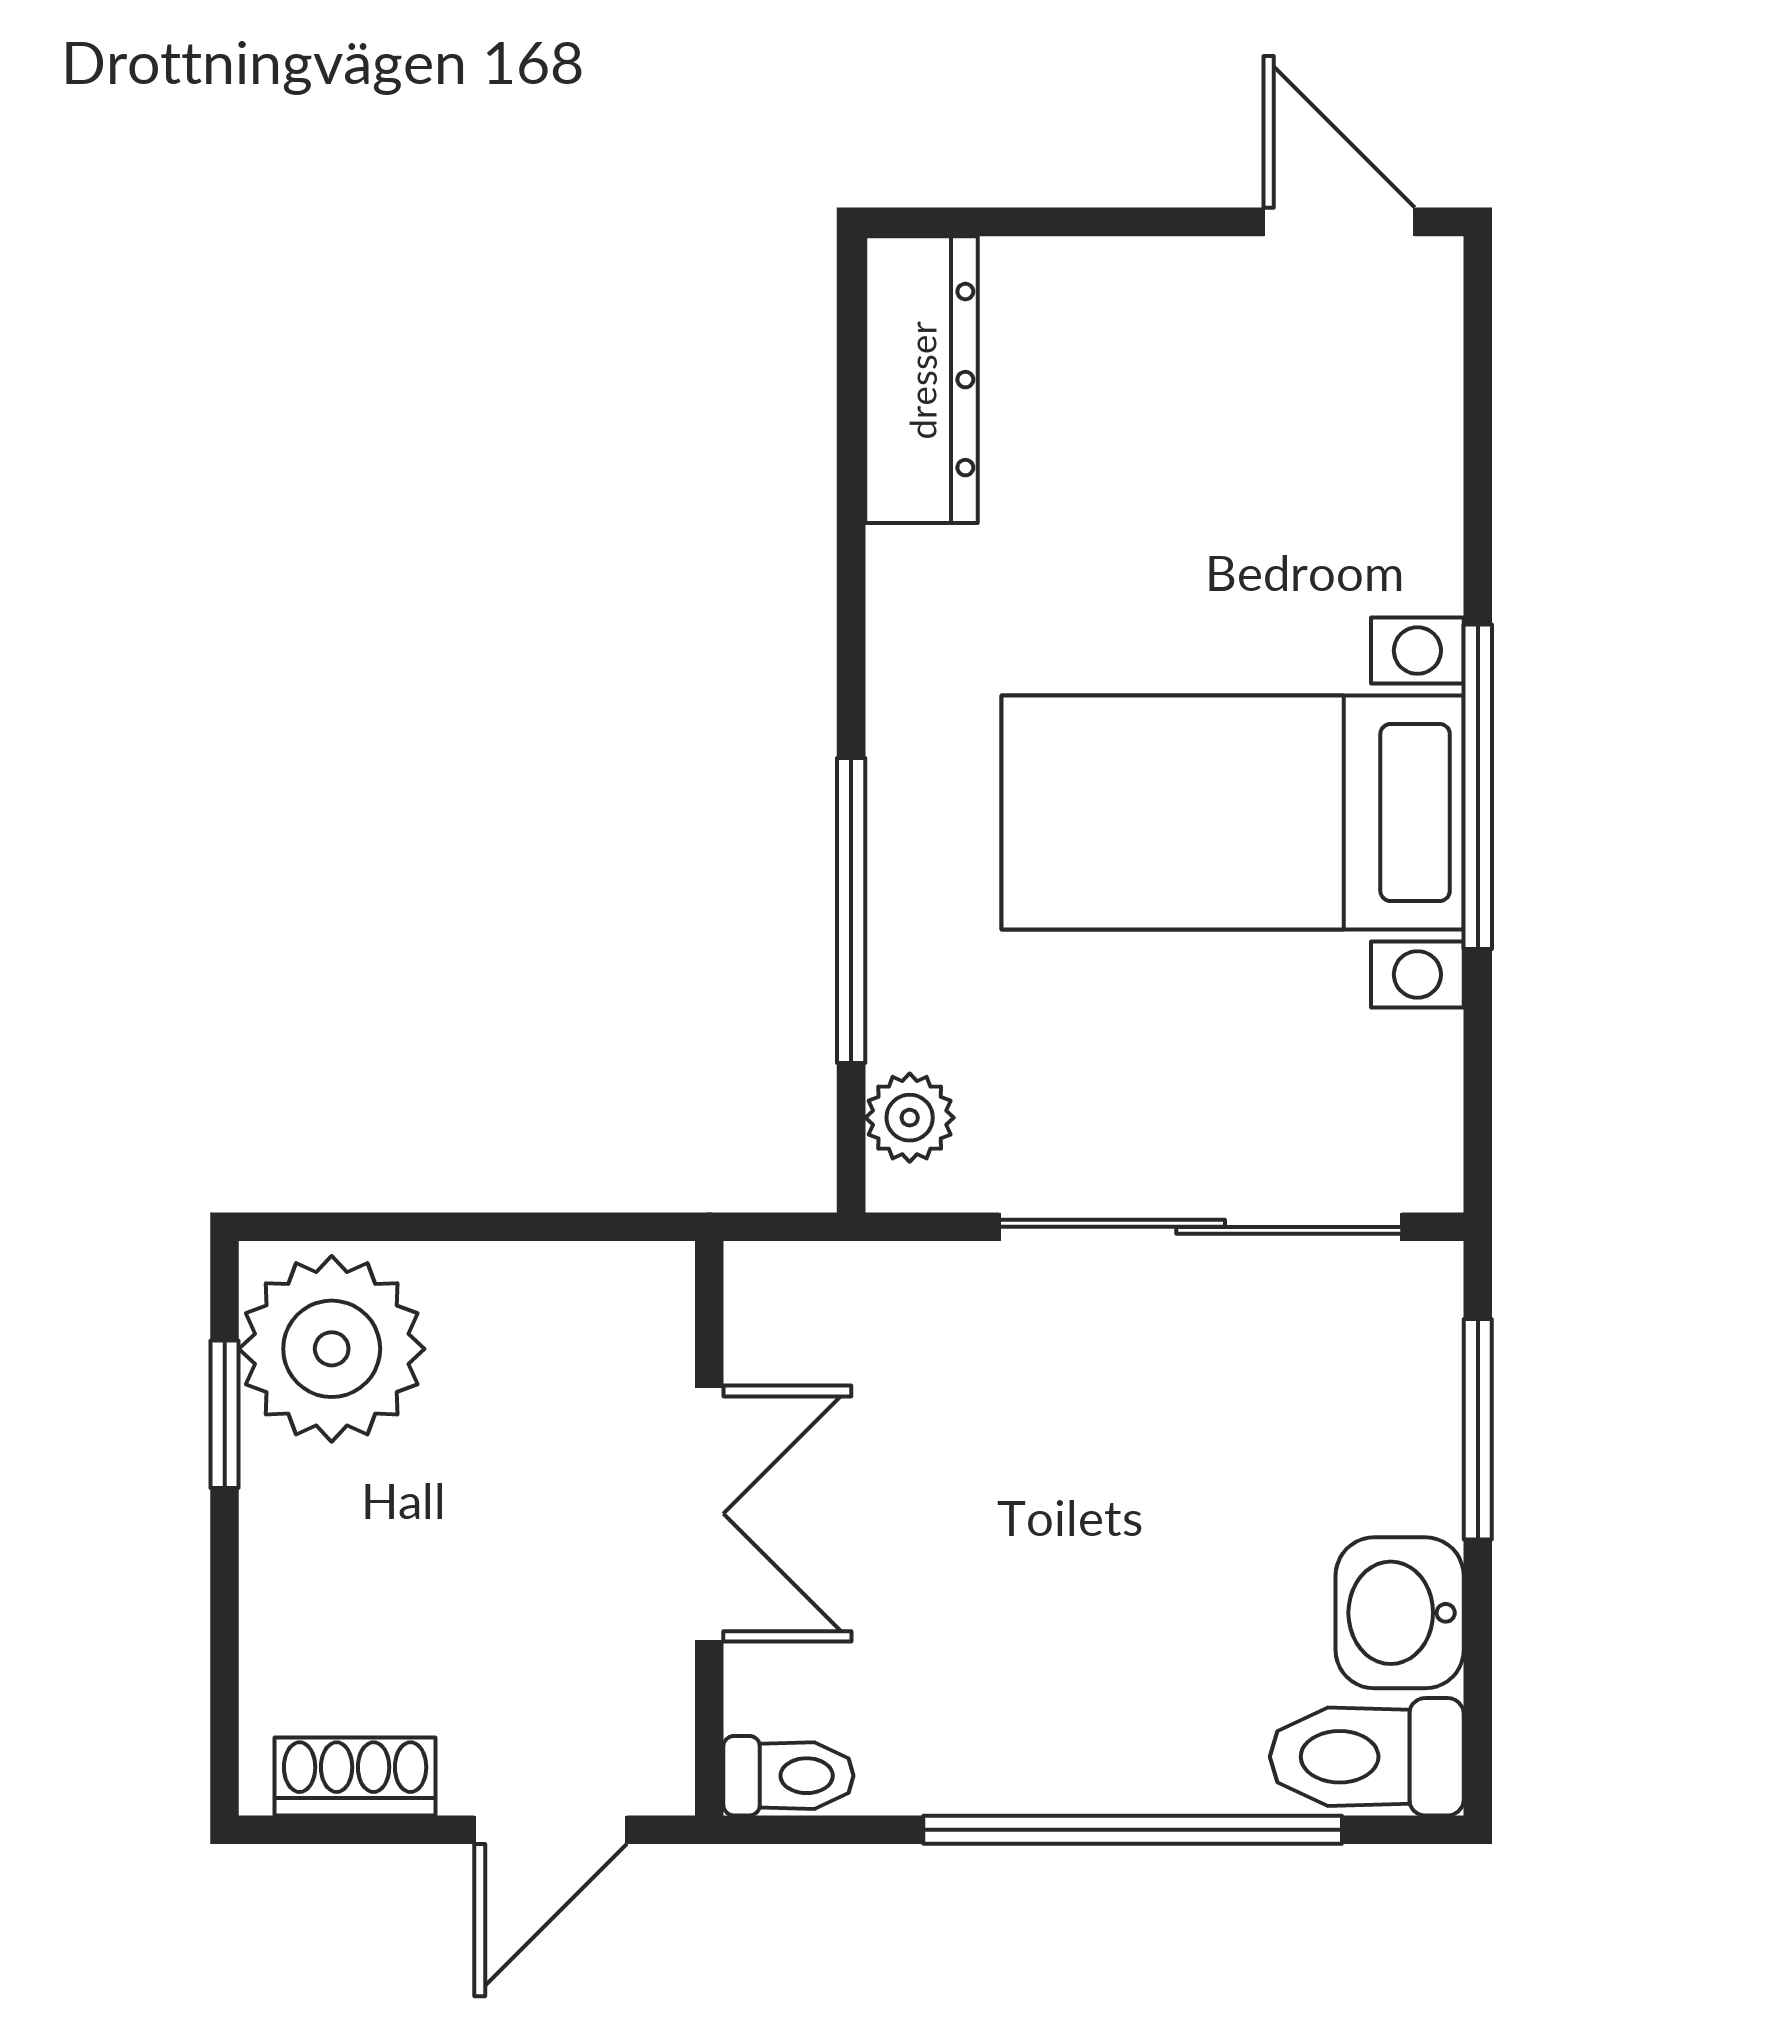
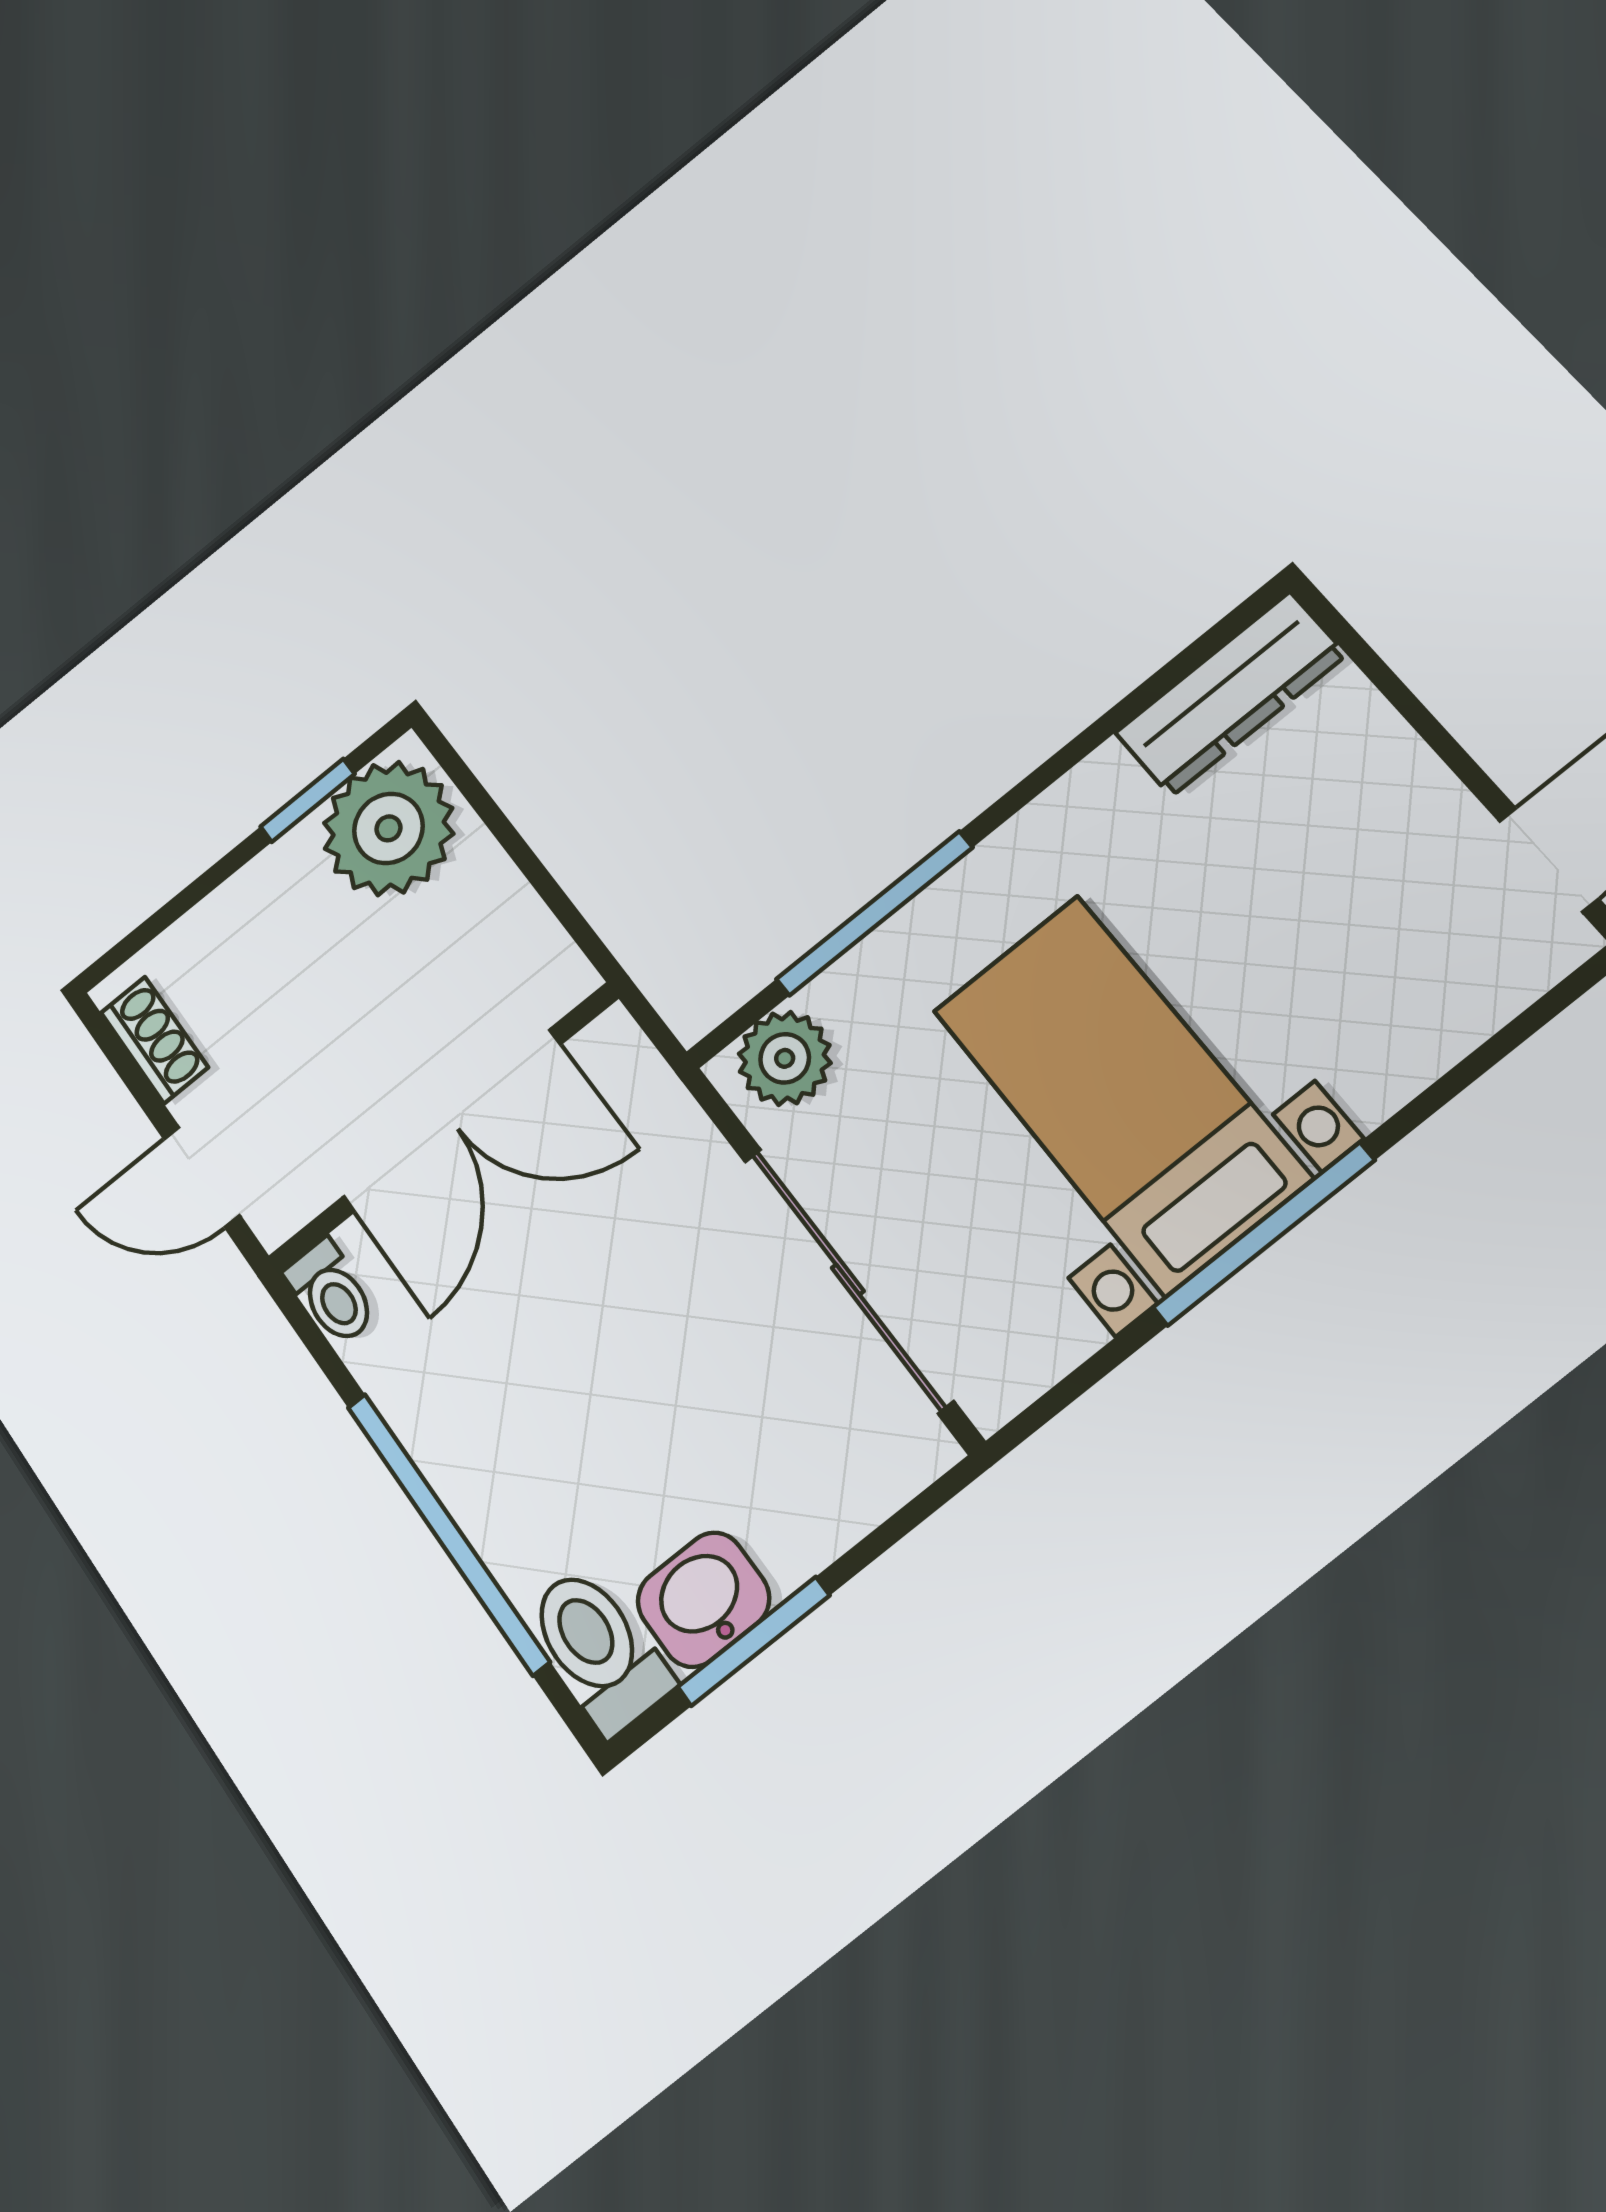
plant: (910, 1118) -> (785, 1058), width x1.38, depth x1.38
window: (1478, 1429) -> (754, 1641), moved
double door: (709, 1514) -> (452, 1121), width x1.37

